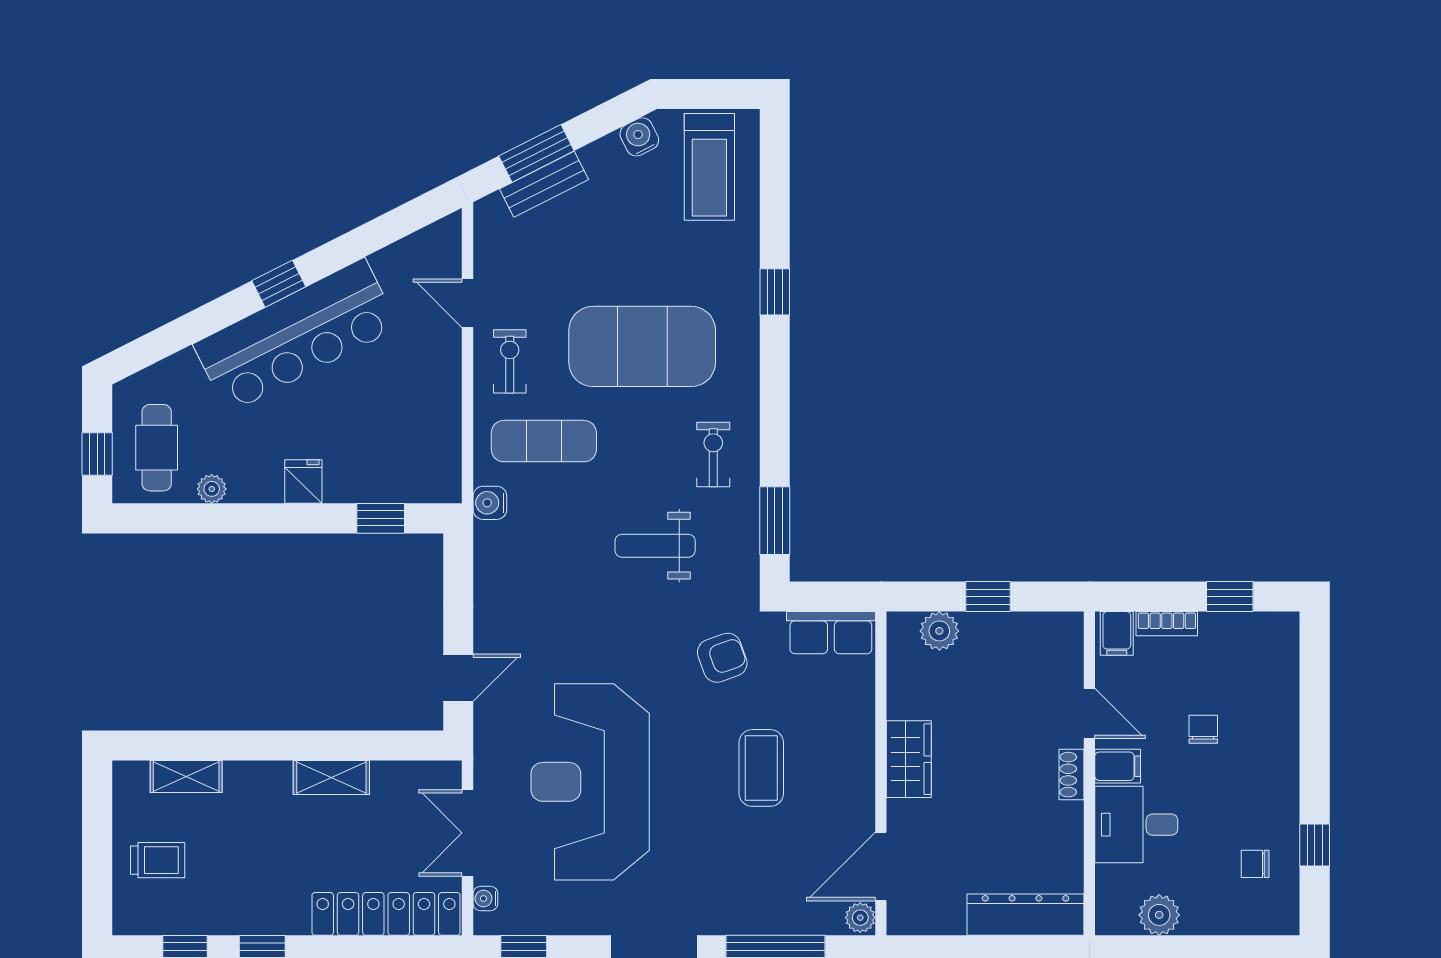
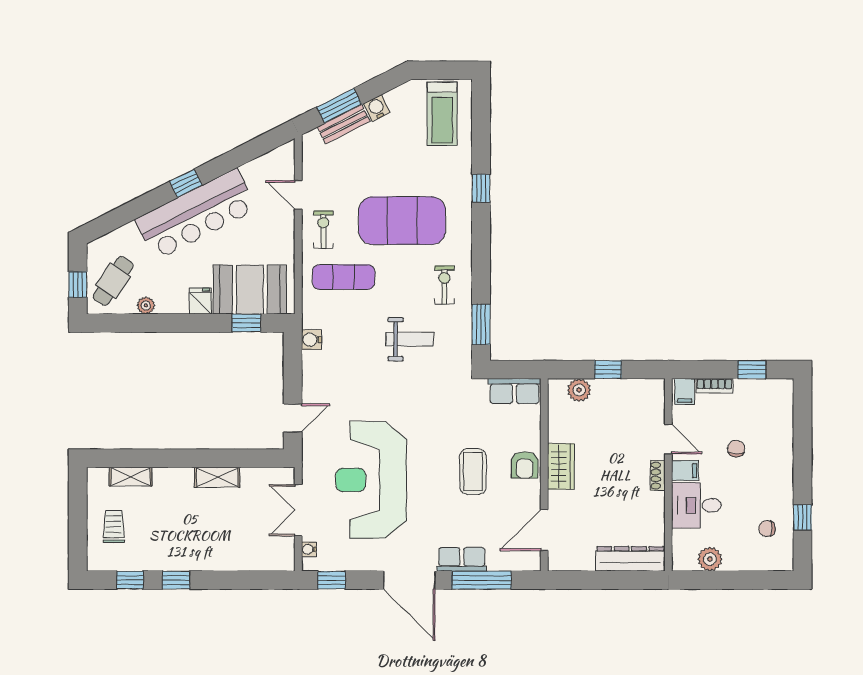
water cooler: (639, 137) -> (377, 108), moved
cafe table: (157, 448) -> (113, 281), turned 34
booth: (386, 462) -> (250, 290), added
water cooler: (490, 503) -> (311, 340), moved
weight bench: (655, 546) -> (410, 339), turned 180
armchair: (722, 658) -> (525, 465), moved, turned 110
trolley: (158, 860) -> (114, 526), turned -90
locker: (386, 914) -> (250, 558), removed
row of seats: (742, 915) -> (462, 559), added
plant: (860, 918) -> (532, 561), removed

